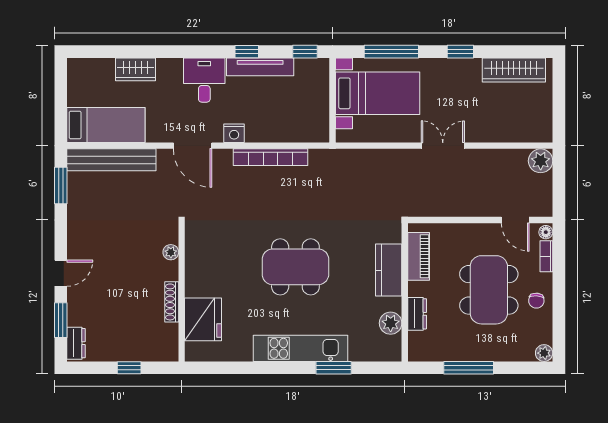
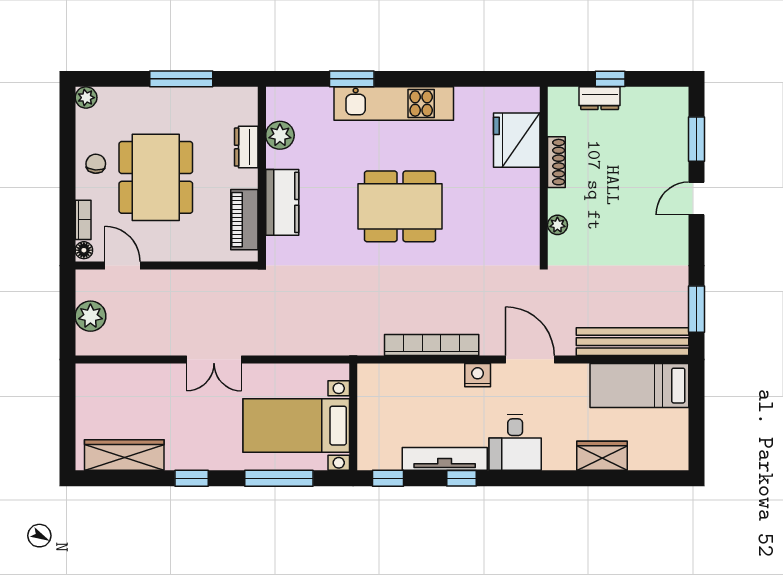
plant: (541, 161) -> (90, 316), moved
dresser: (76, 343) -> (600, 98), moved, turned -90

